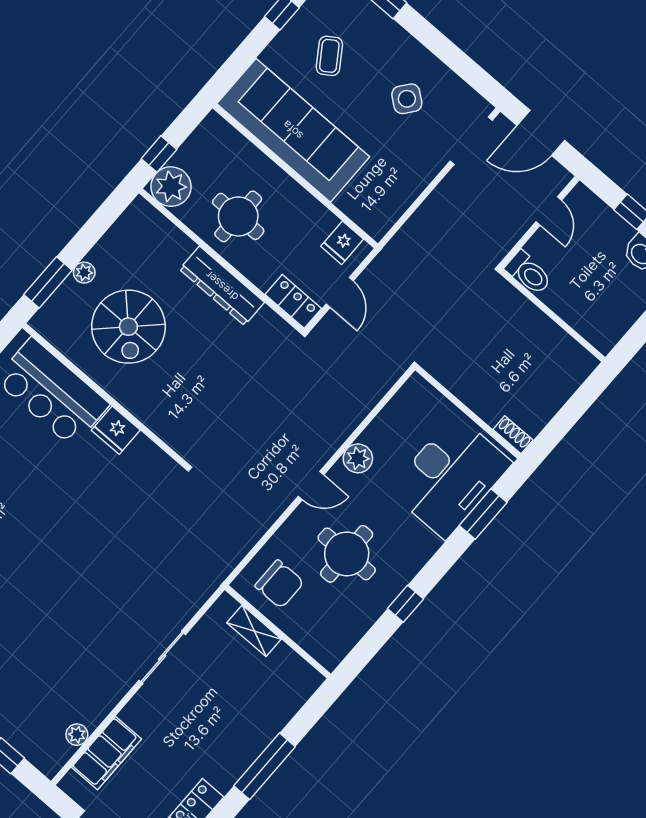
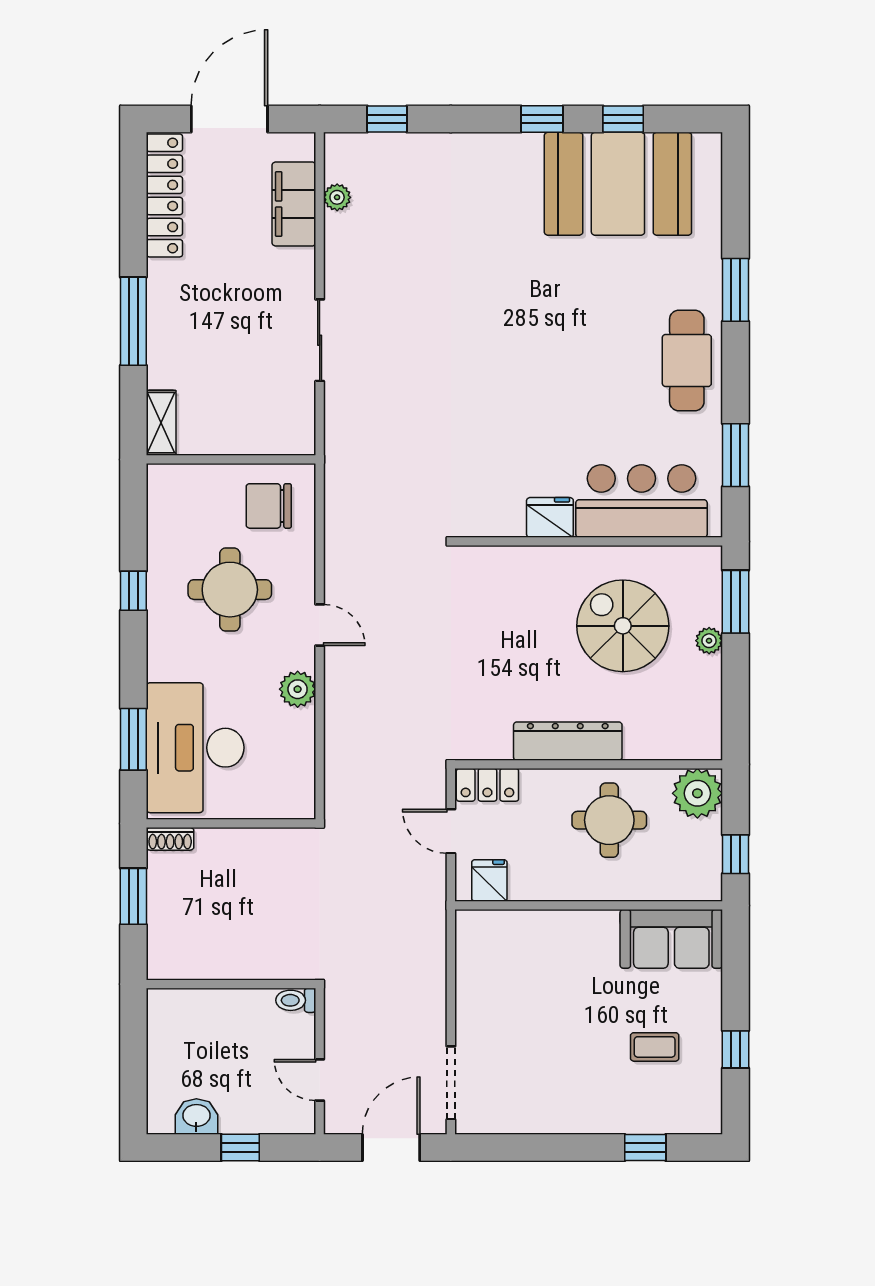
coffee table: (329, 56) -> (655, 1047), turned -56
side table: (407, 99) -> (546, 1070), removed
sofa: (293, 130) -> (671, 939), width x0.54, depth x0.79
window: (159, 154) -> (735, 854), moved
toilet: (529, 273) -> (296, 1000), width x0.73, depth x0.72
window: (565, 419) -> (133, 896), added
door: (311, 486) -> (320, 625), swing flipped
shelving: (254, 631) -> (161, 423), moved, turned 90

